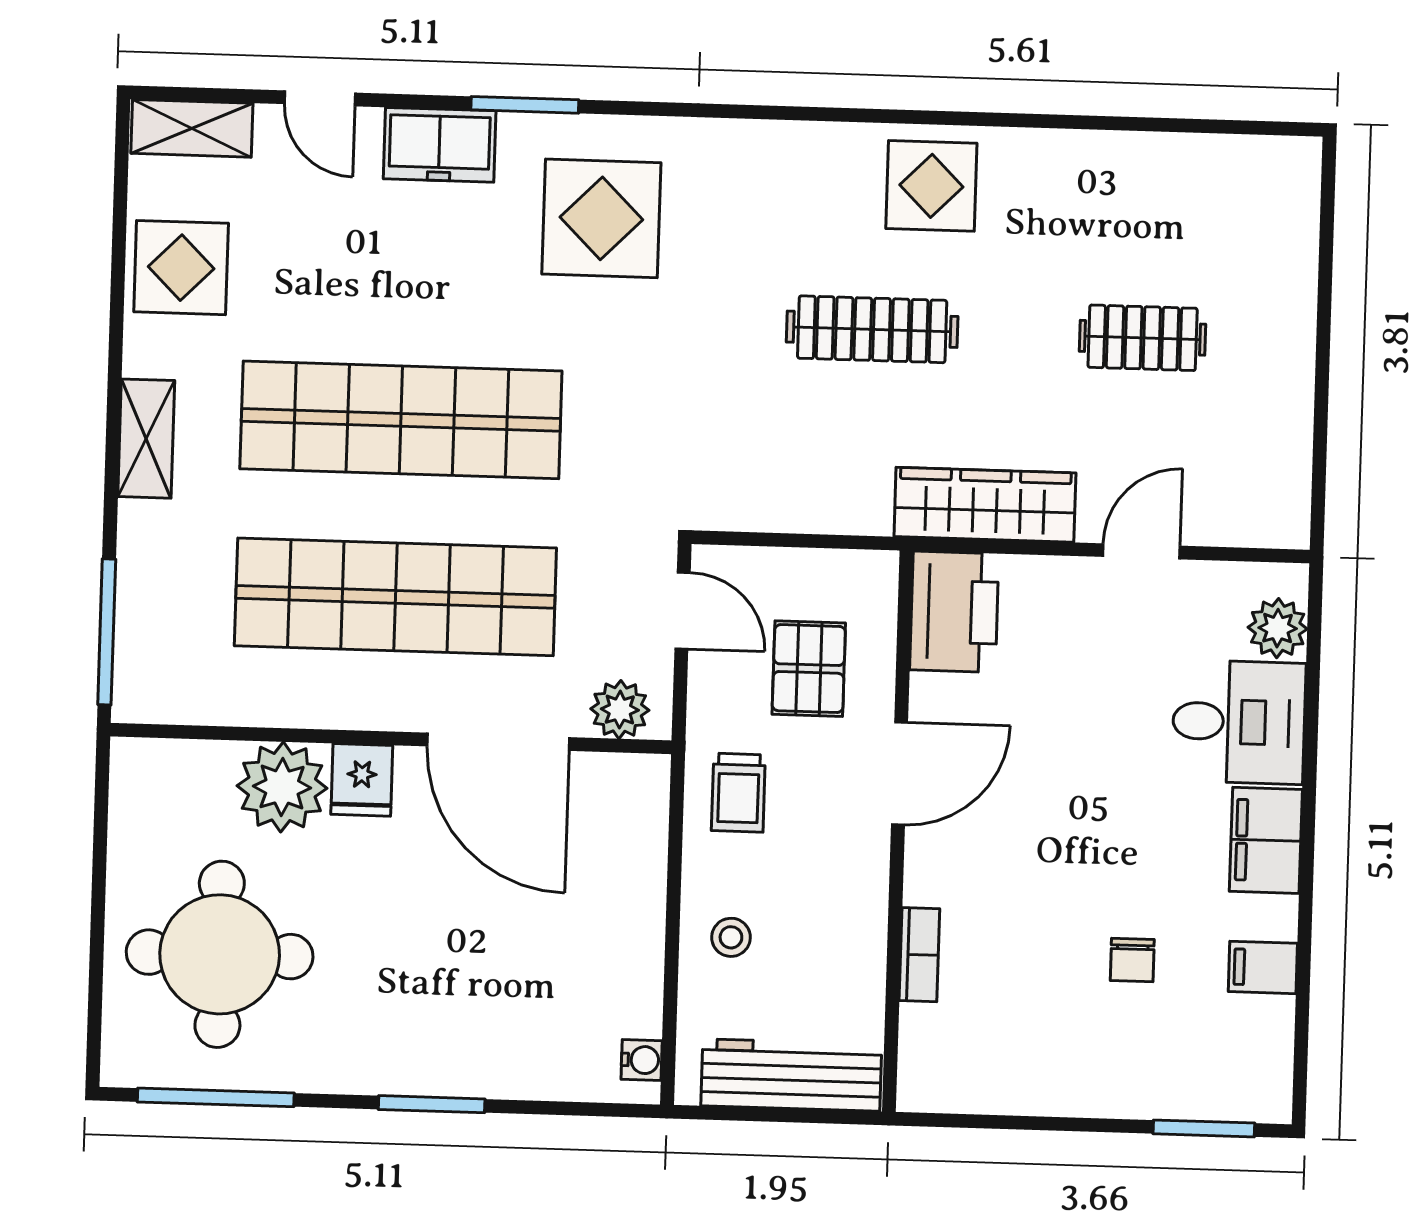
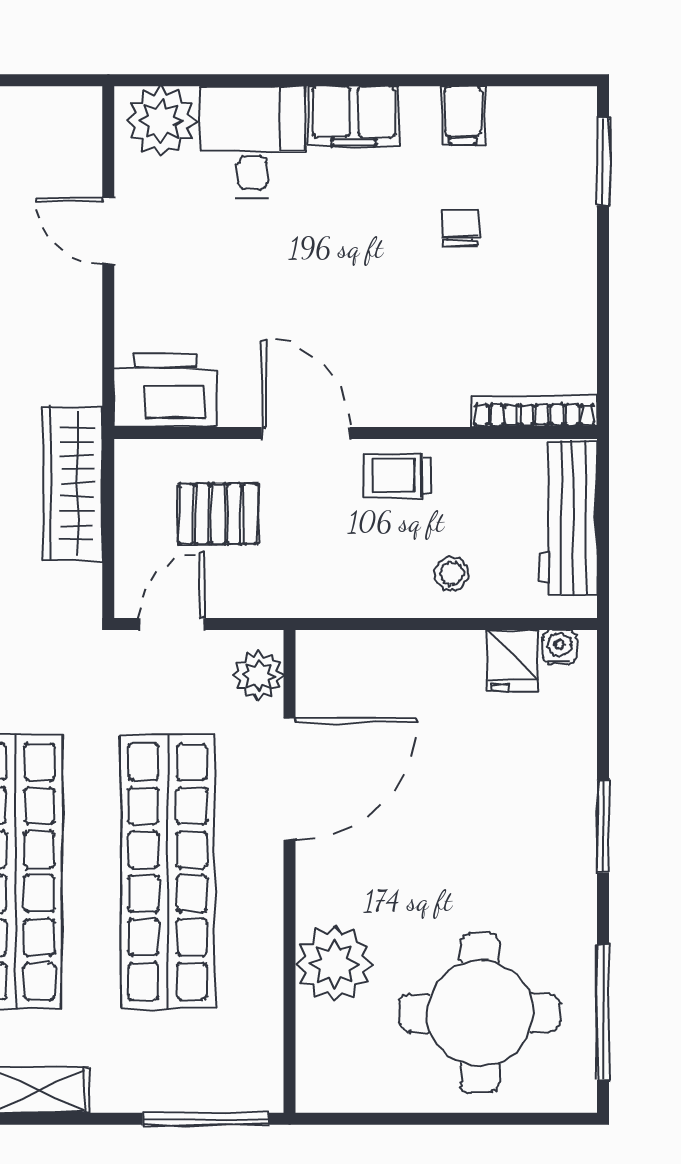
wardrobe: (985, 505) -> (72, 484), moved
plant: (1278, 628) -> (161, 121), width x1.36, depth x1.36
fridge: (362, 780) -> (513, 660), moved, turned 90
trolley: (738, 793) -> (398, 476), moved, turned 180
bookcase: (919, 955) -> (534, 411), moved, width x1.56
chair: (1132, 960) -> (460, 228), turned -90

